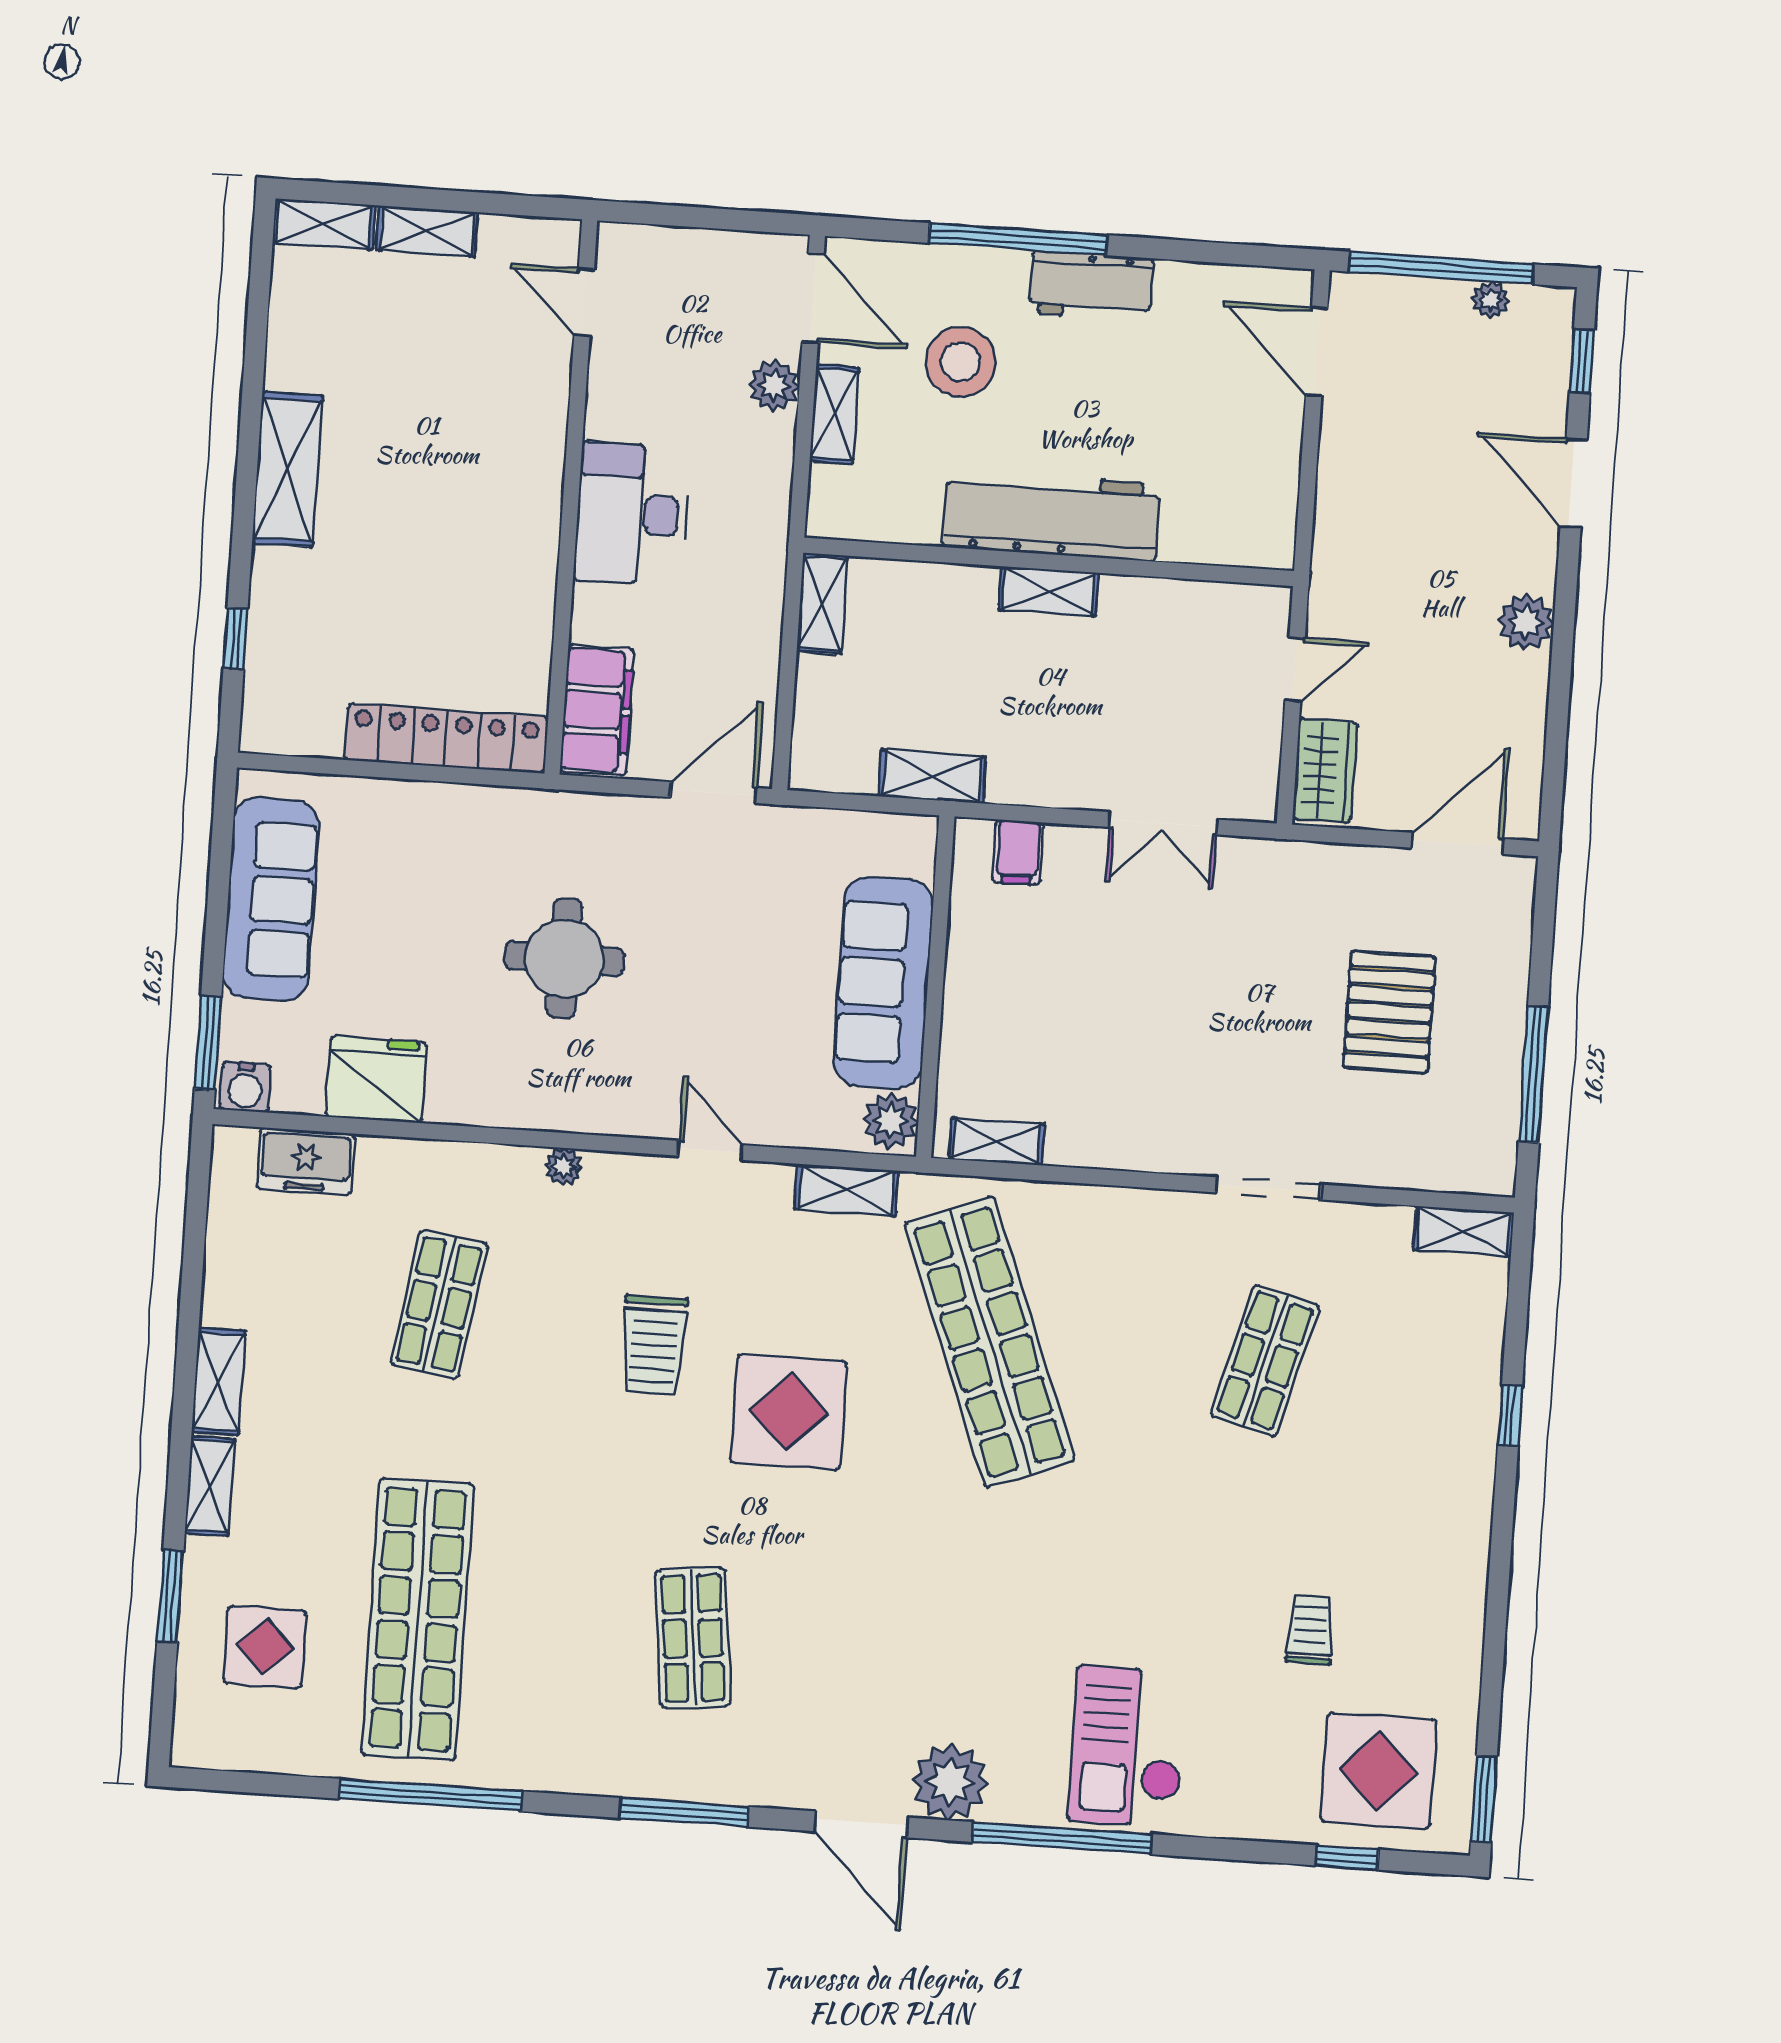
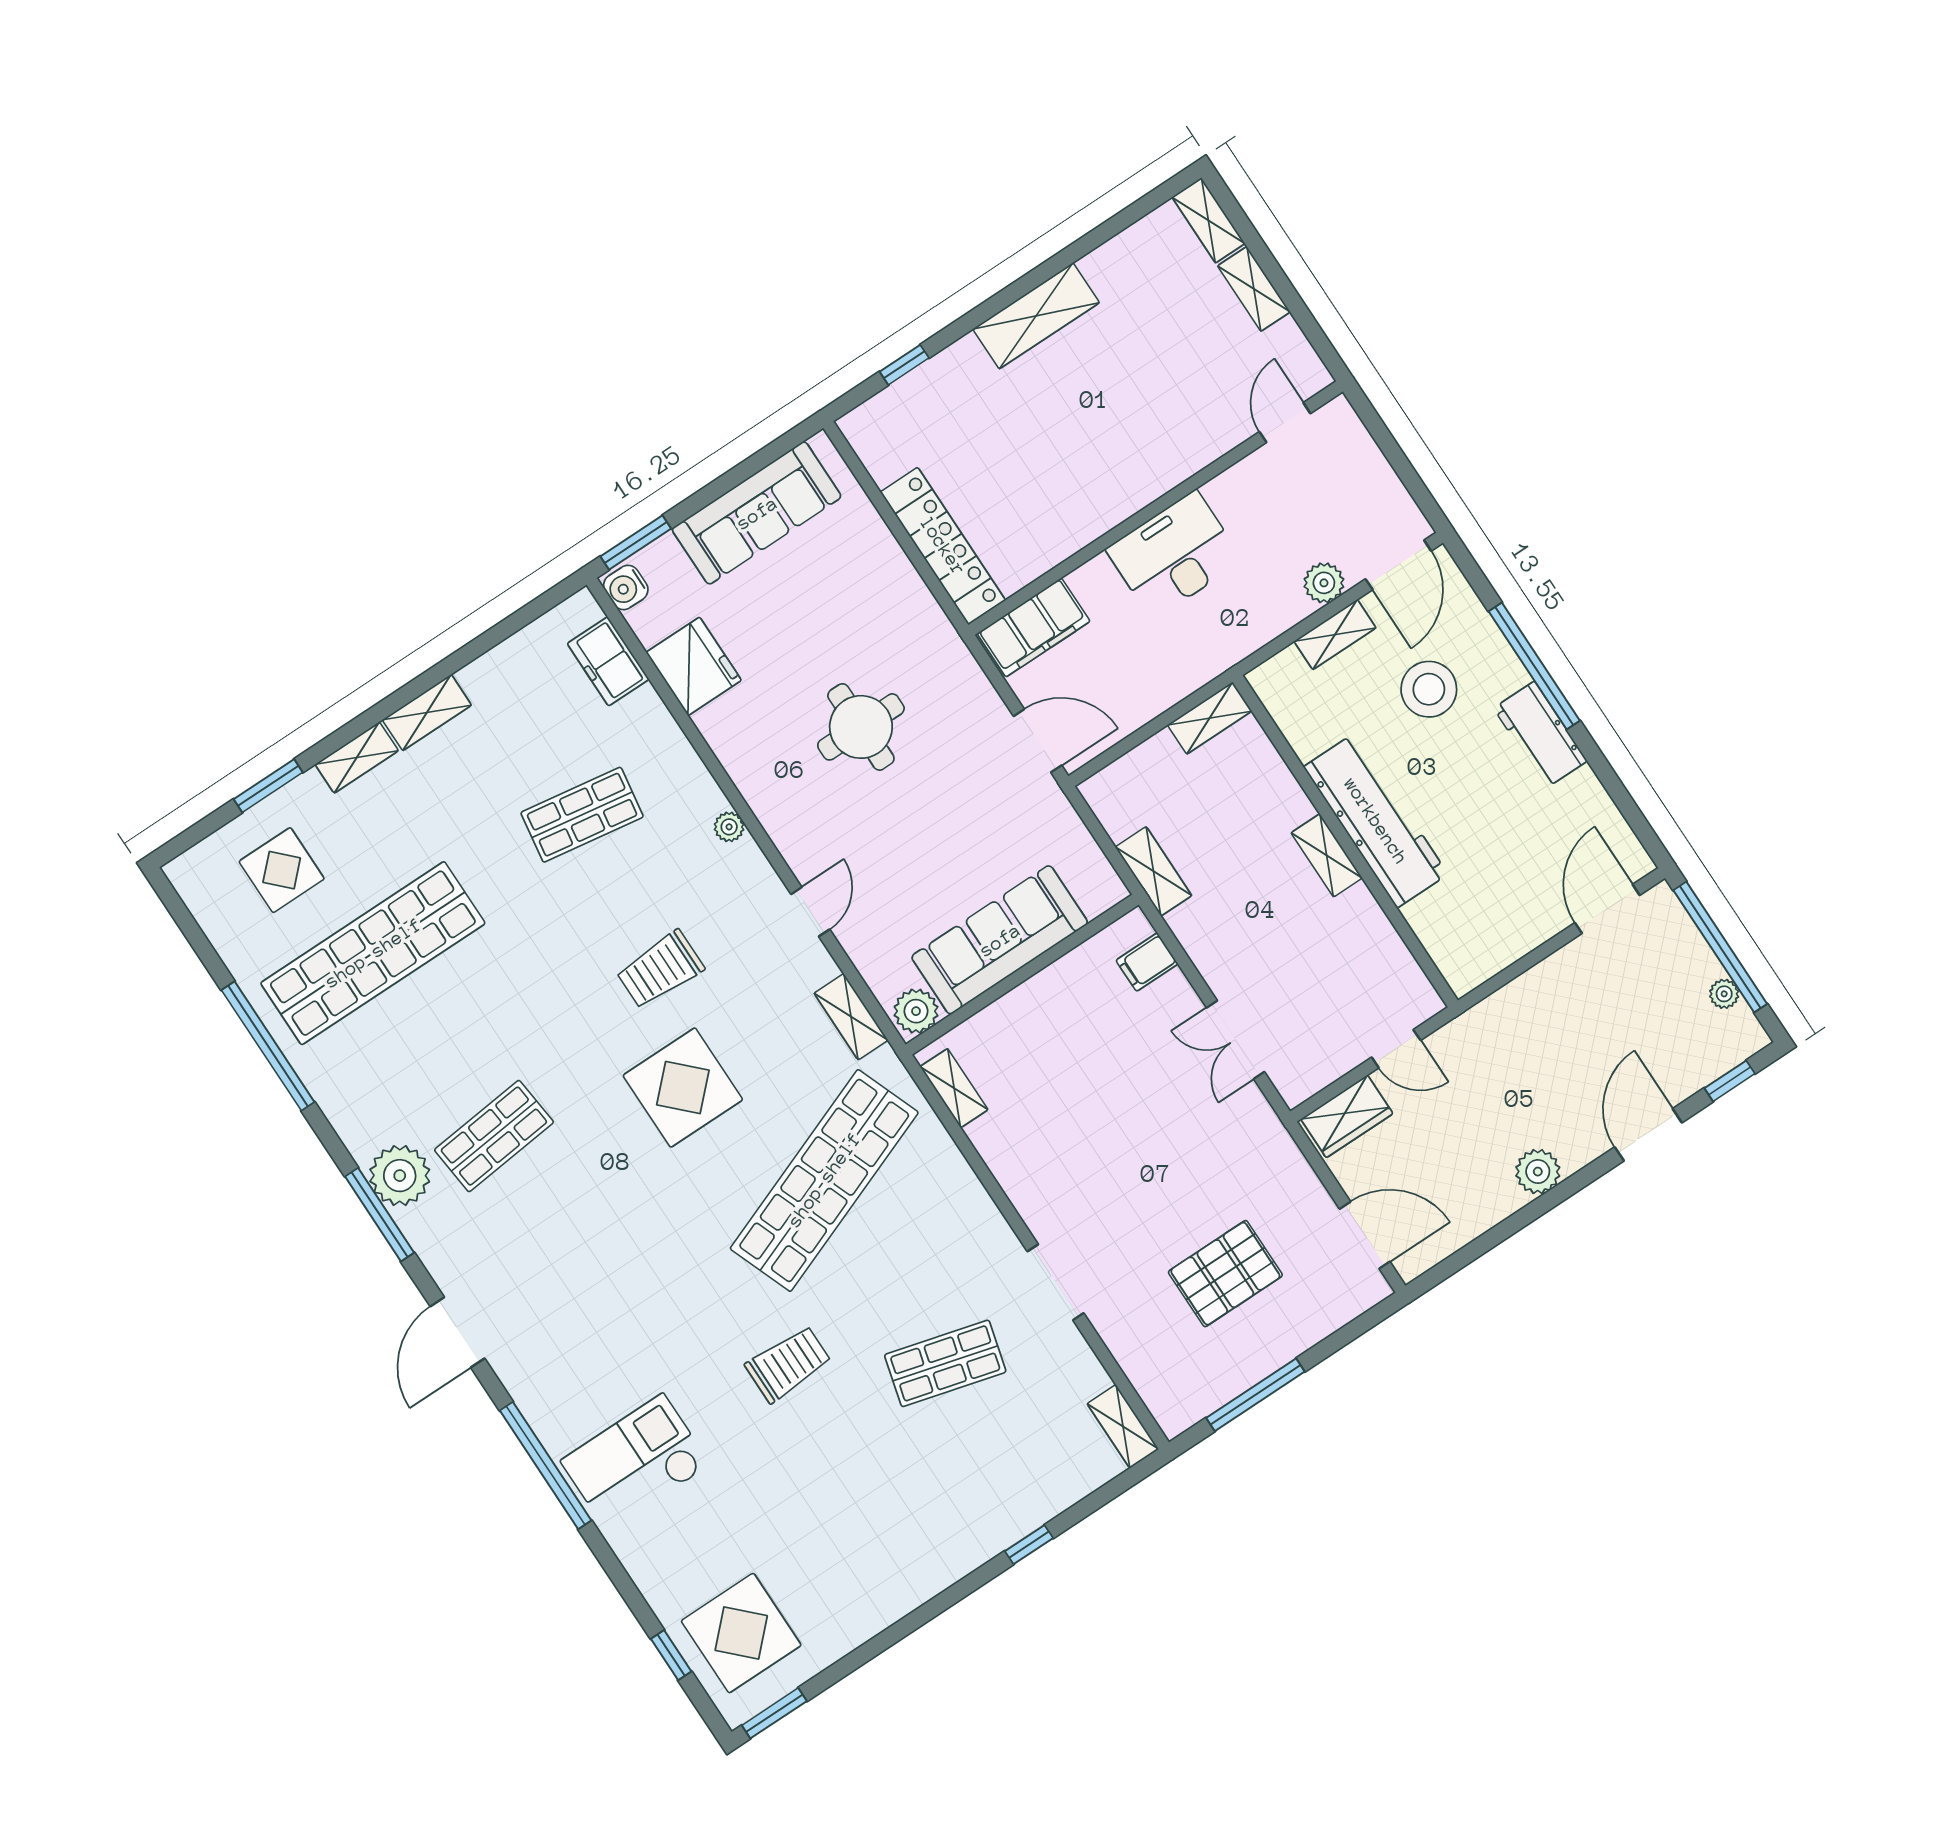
trolley: (1310, 1630) -> (788, 1364), moved, width x1.36, depth x1.39
plant: (950, 1782) -> (400, 1176), moved

